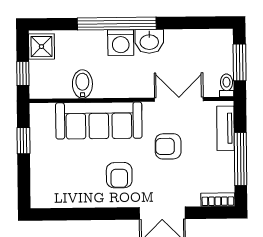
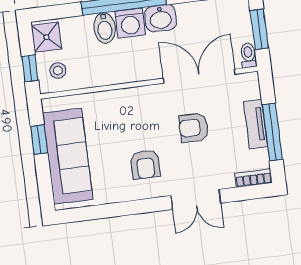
stool: (48, 79) -> (58, 71), added
bidet: (82, 84) -> (105, 28), moved, turned 180
double door: (179, 99) -> (199, 76), width x1.37
sofa: (99, 121) -> (68, 156), moved, turned -90
tv unit: (226, 128) -> (256, 124), moved

